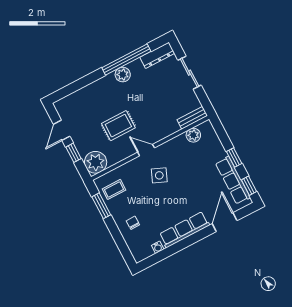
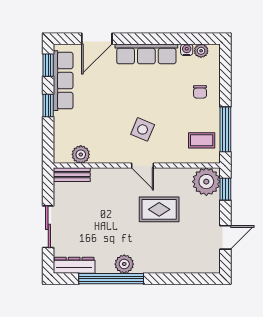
window: (73, 153) -> (225, 189), moved
window: (101, 206) -> (225, 129), width x1.44
plant: (147, 252) -> (201, 51), added

